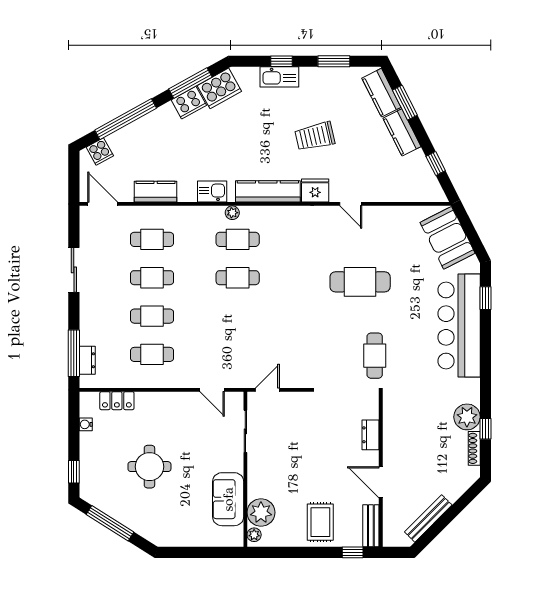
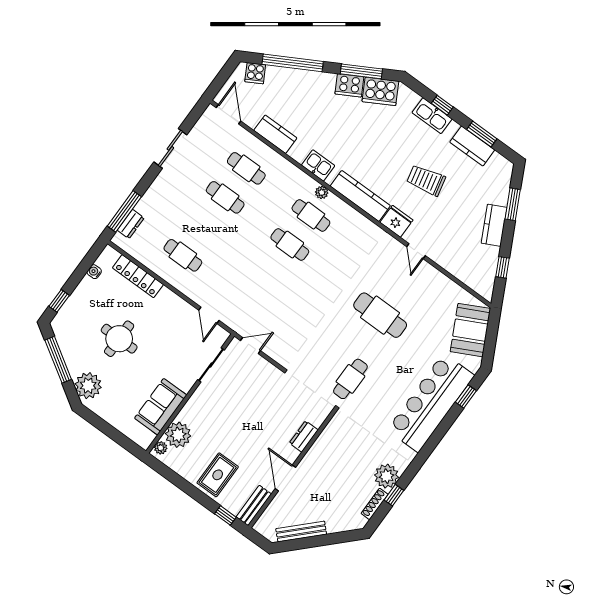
kitchen counter: (381, 93) -> (472, 146), moved, turned -63
cafe table: (152, 316) -> (204, 226), removed
locker: (117, 401) -> (138, 276), width x1.53
plant: (152, 527) -> (88, 386), added

